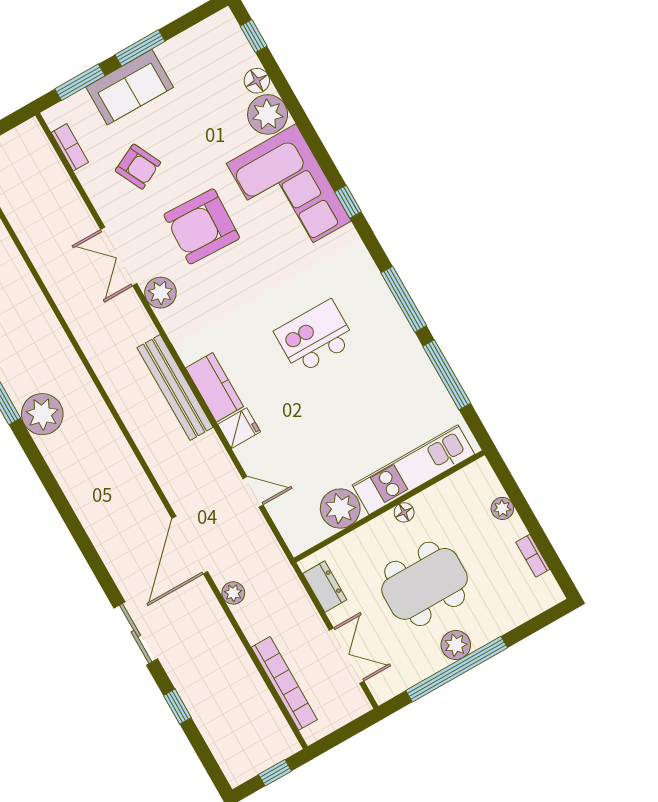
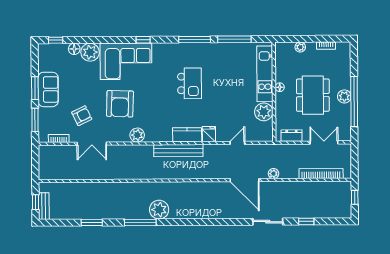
sofa: (130, 87) -> (48, 89), moved
double door: (119, 256) -> (92, 144), moved
kitchen island: (315, 337) -> (190, 83), turned 180

